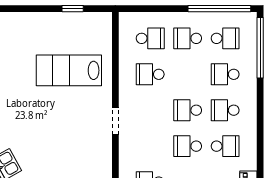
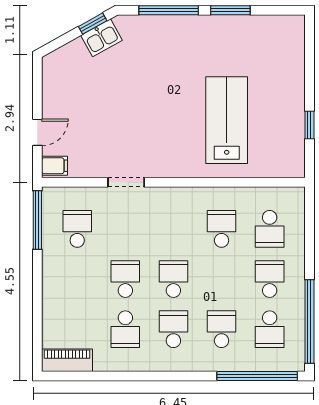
doorway: (115, 121) -> (126, 182), moved

